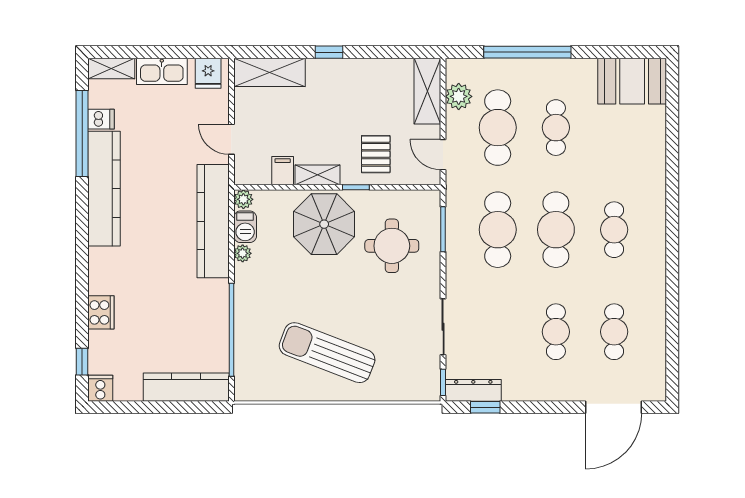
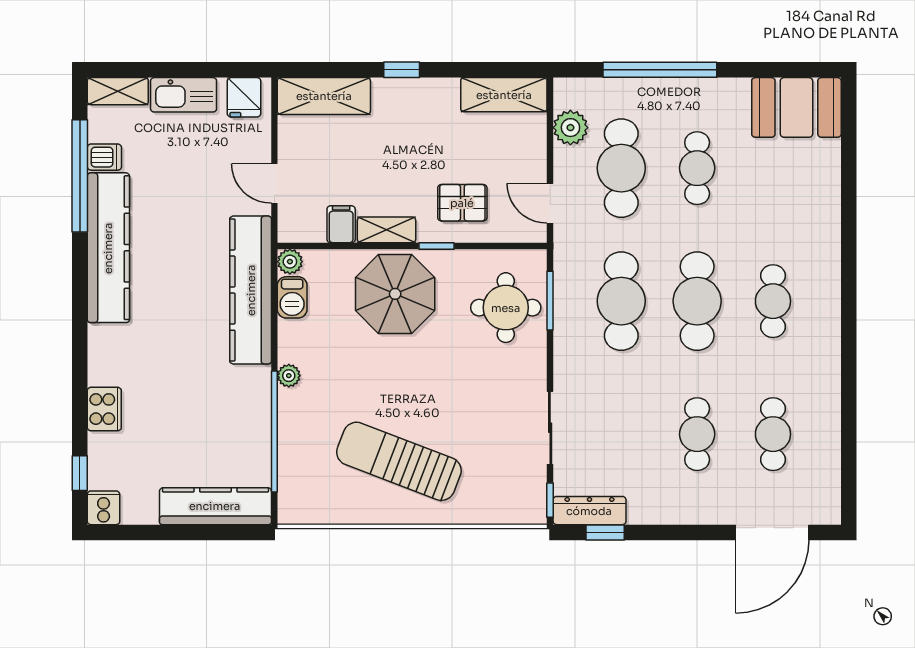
shelving: (427, 91) -> (504, 95), moved, turned 90
pallet: (376, 154) -> (462, 203), turned 90
round table: (392, 246) -> (506, 308), moved
plant: (243, 253) -> (289, 376), moved

